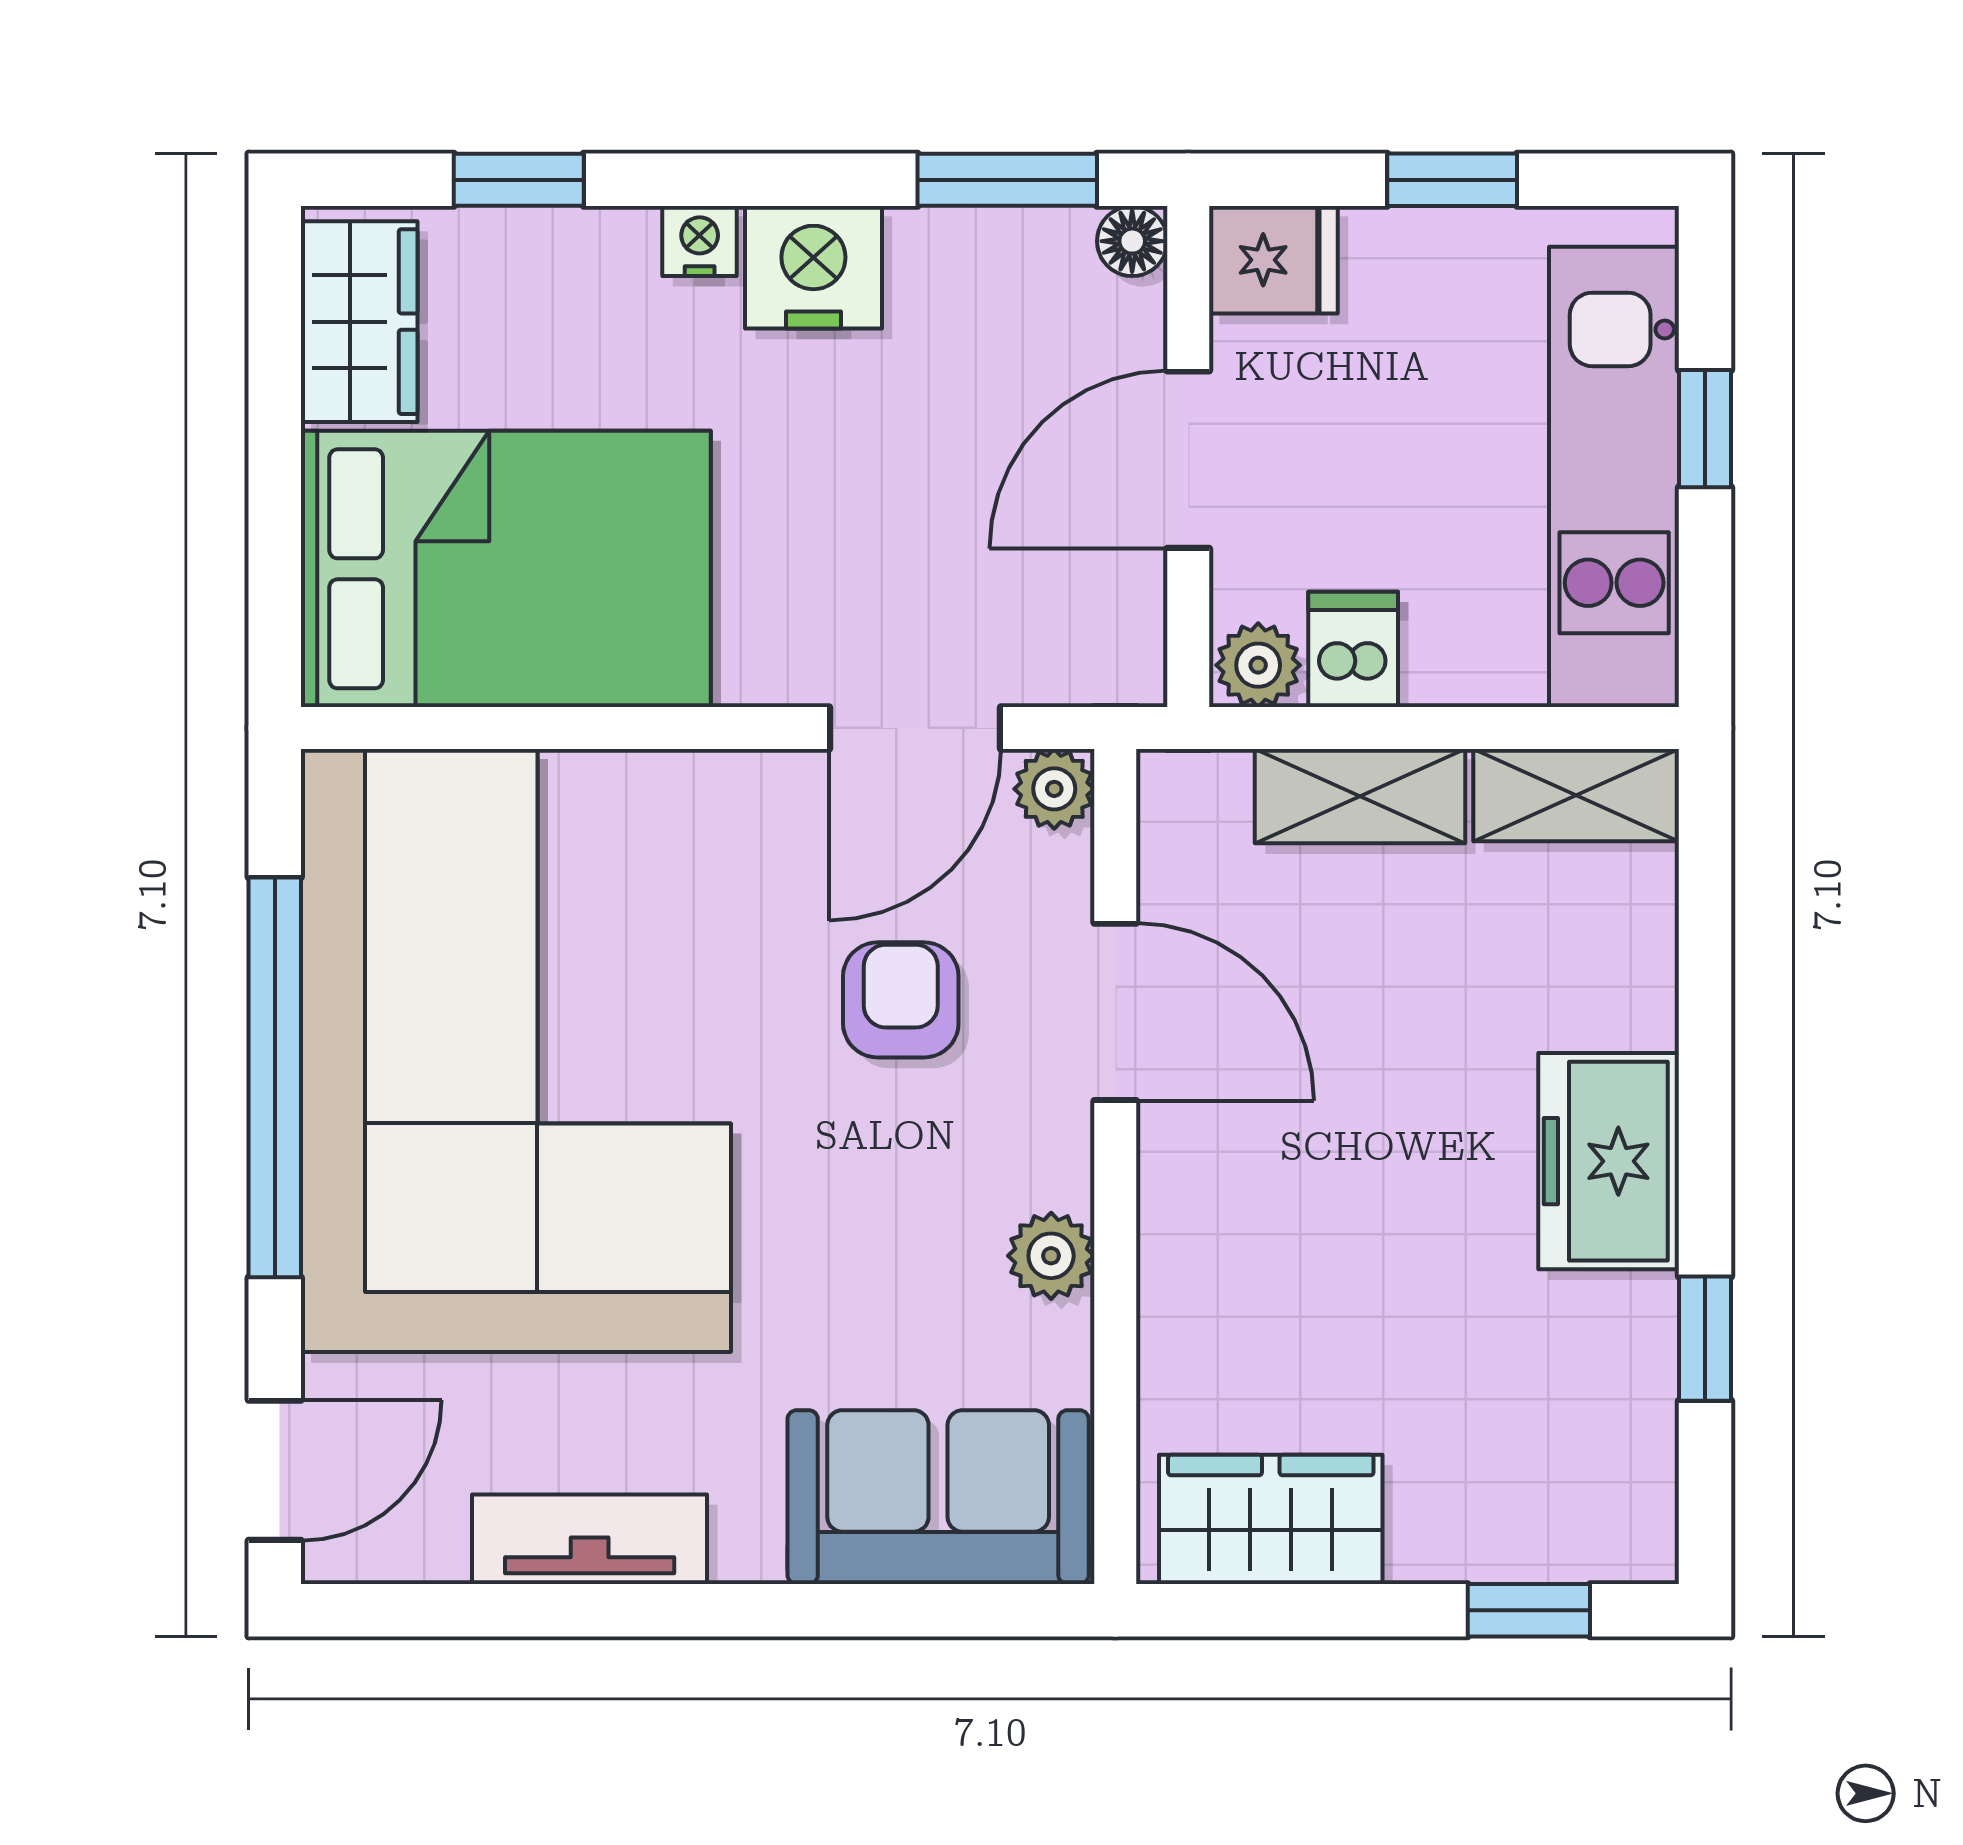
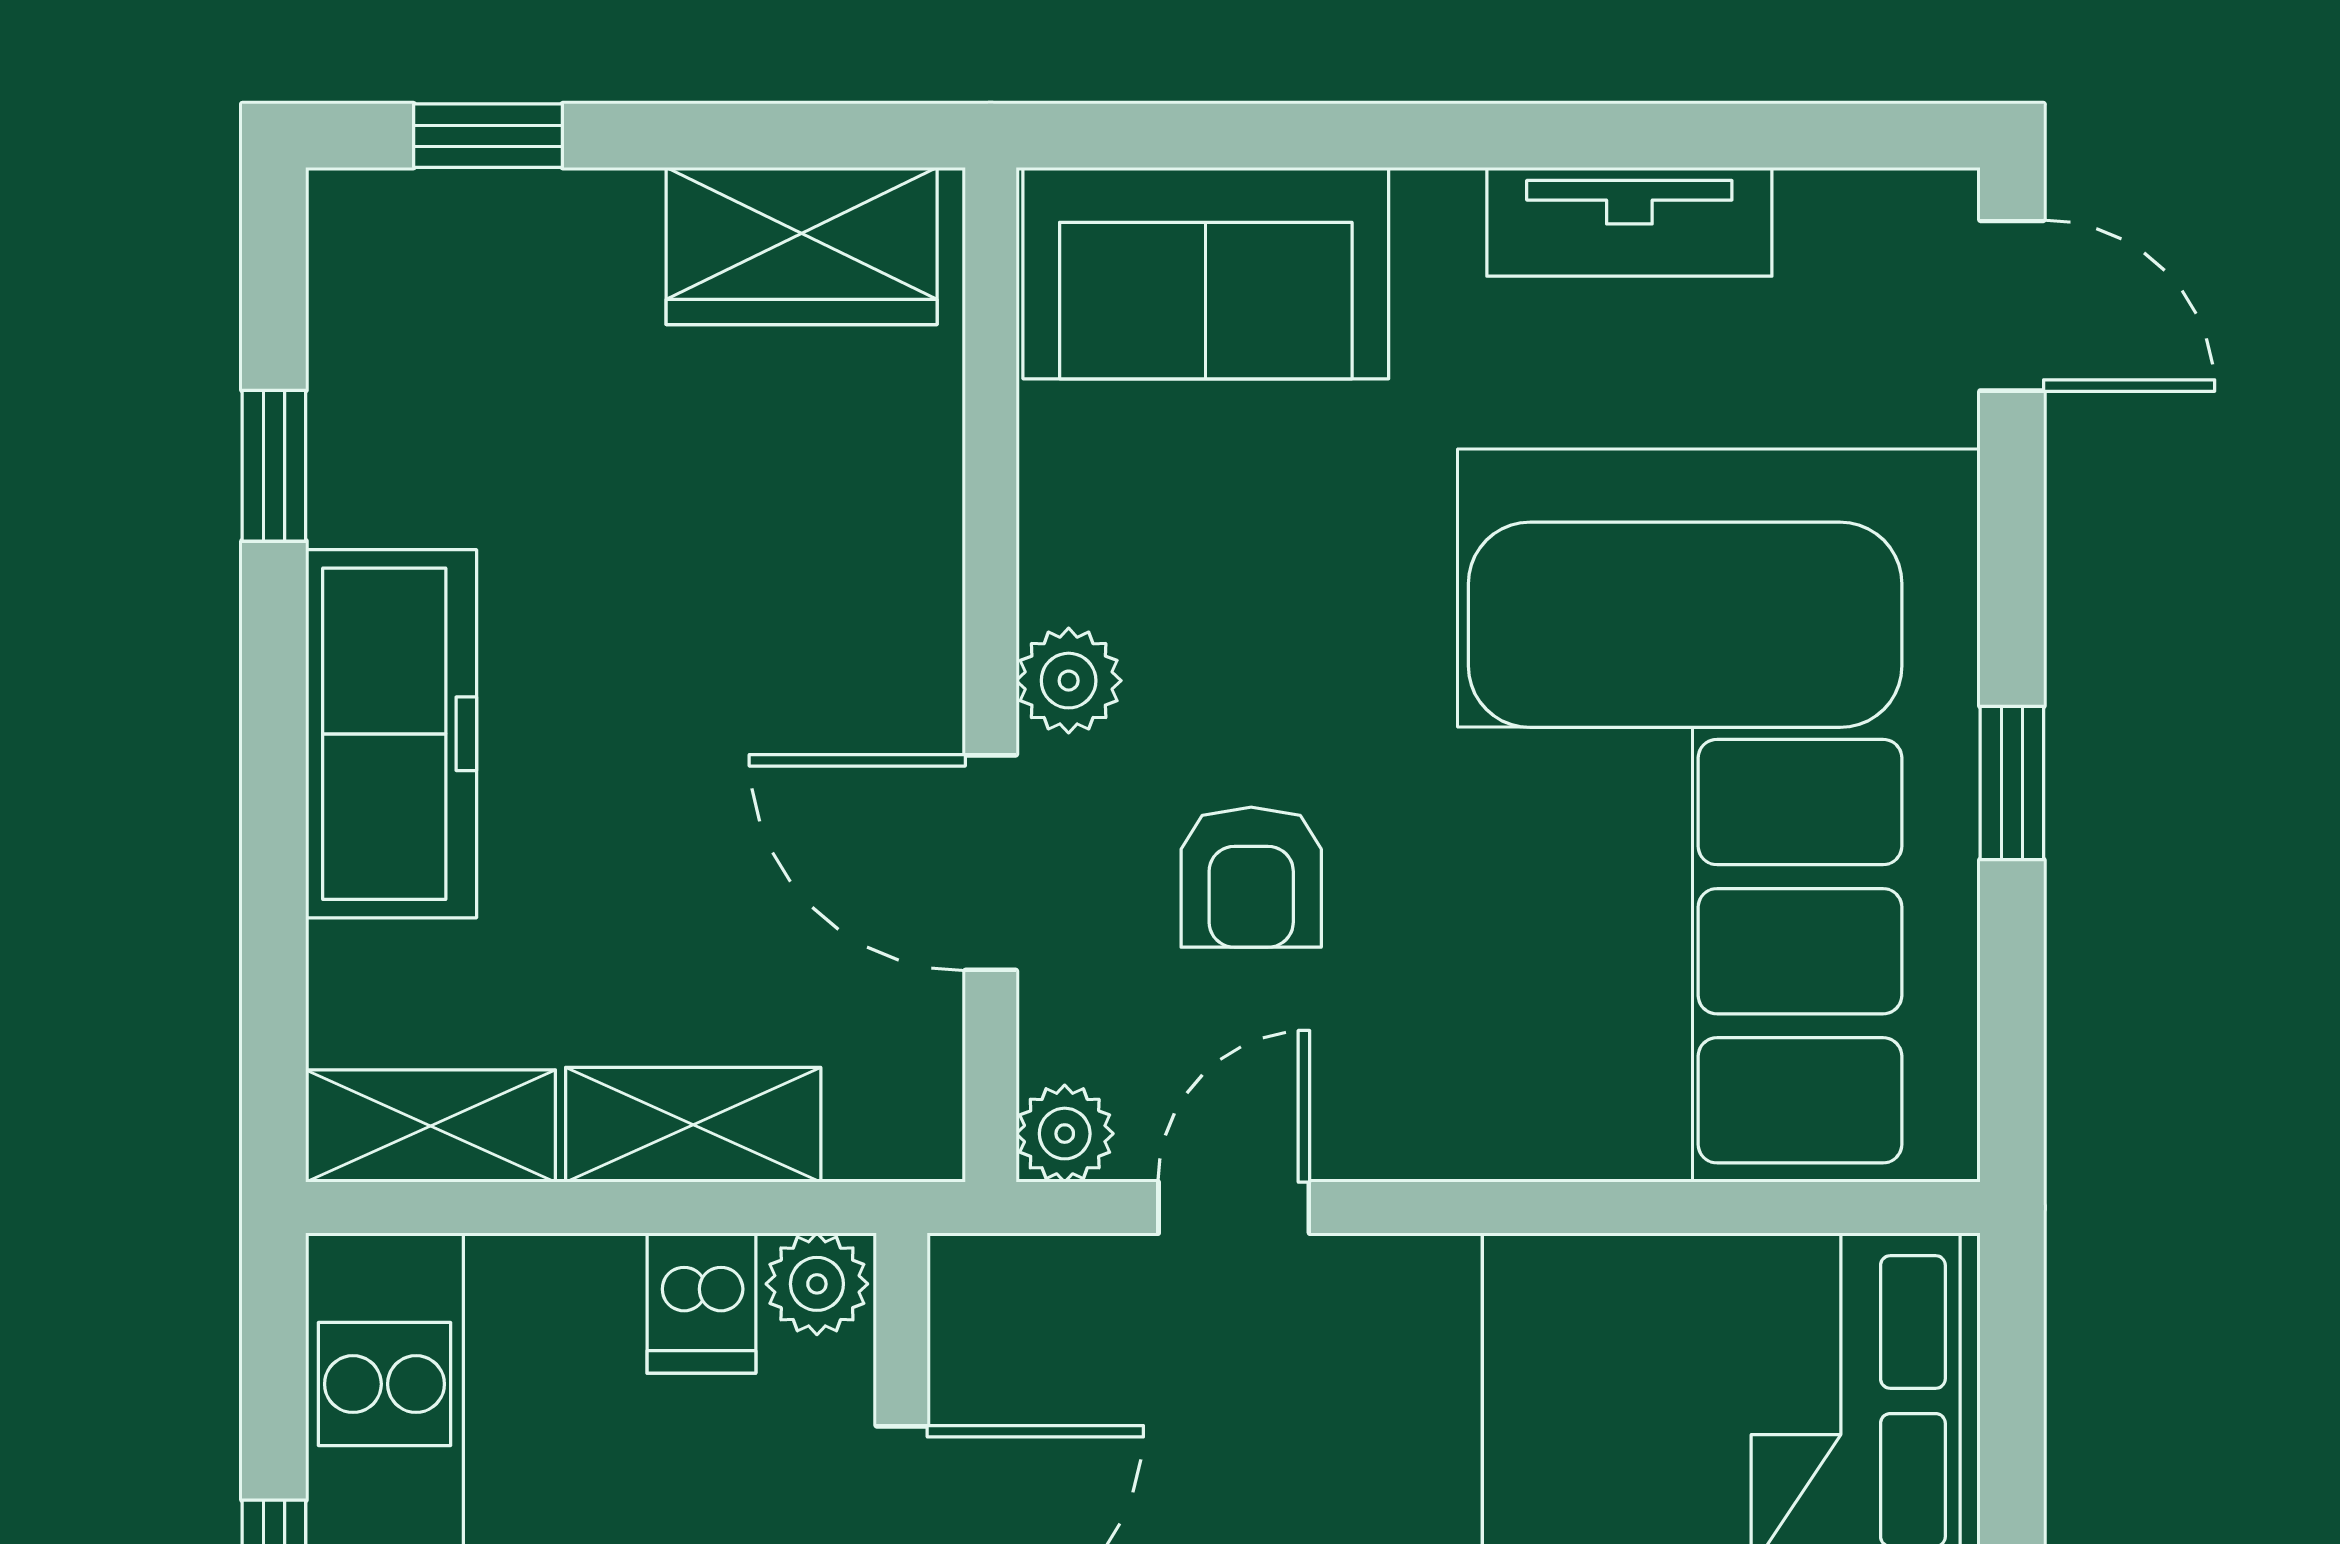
door: (915, 728) -> (1234, 1208), width x0.73
window: (275, 1077) -> (2012, 783), width x0.32
freezer: (1609, 1161) -> (391, 734), width x1.40
plant: (1051, 1256) -> (1069, 681), moved
door: (275, 1470) -> (2012, 306), swing flipped

